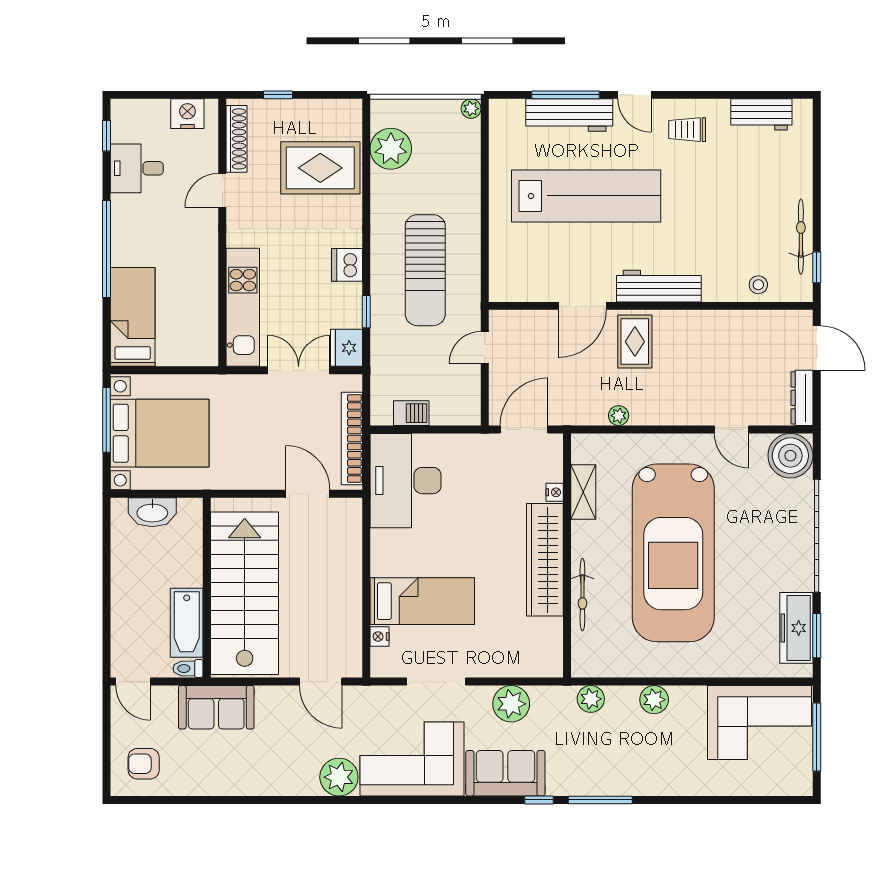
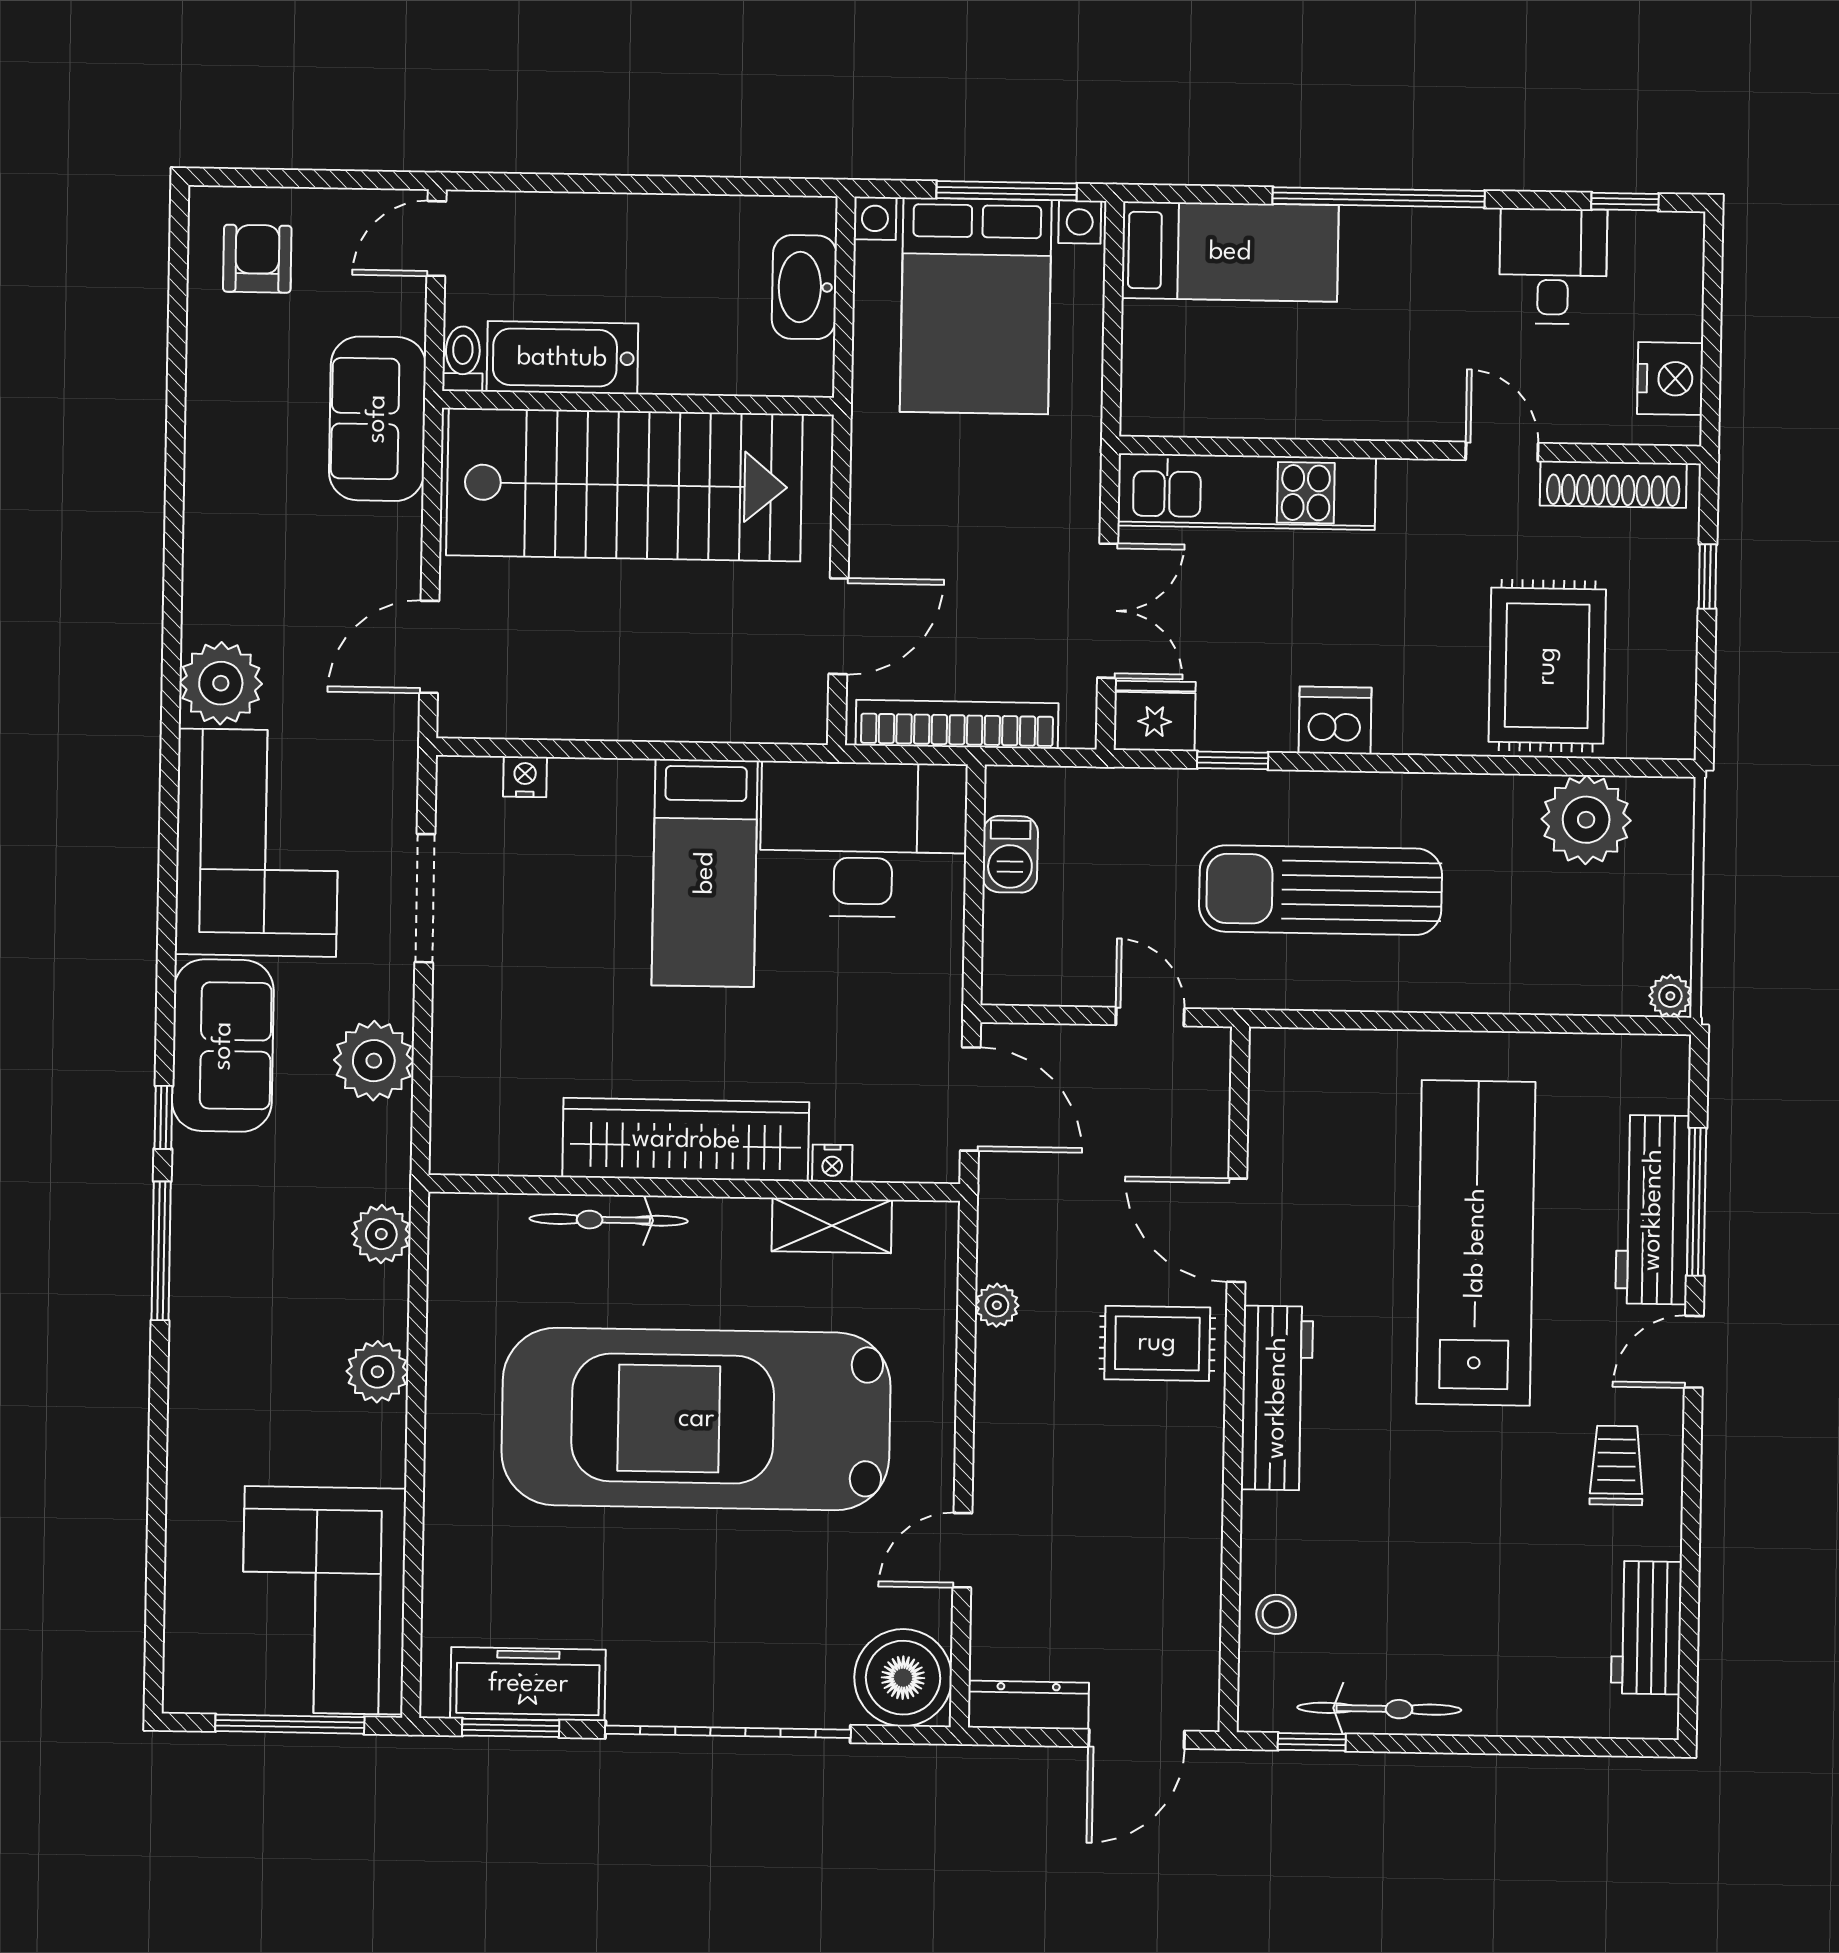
lab bench: (586, 196) -> (1476, 1243), turned 180
bed: (422, 601) -> (705, 873), moved

